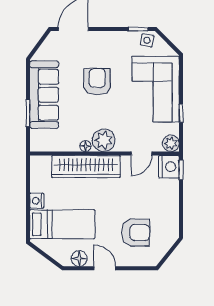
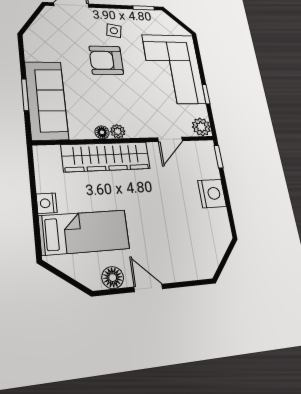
side table: (147, 40) -> (114, 31), moved
armchair: (97, 82) -> (106, 60), turned -90
sofa: (44, 95) -> (46, 100), moved
plant: (104, 140) -> (118, 131), width x0.53, depth x0.53
nightstand: (169, 167) -> (212, 193), moved
armchair: (136, 233) -> (180, 236), removed

